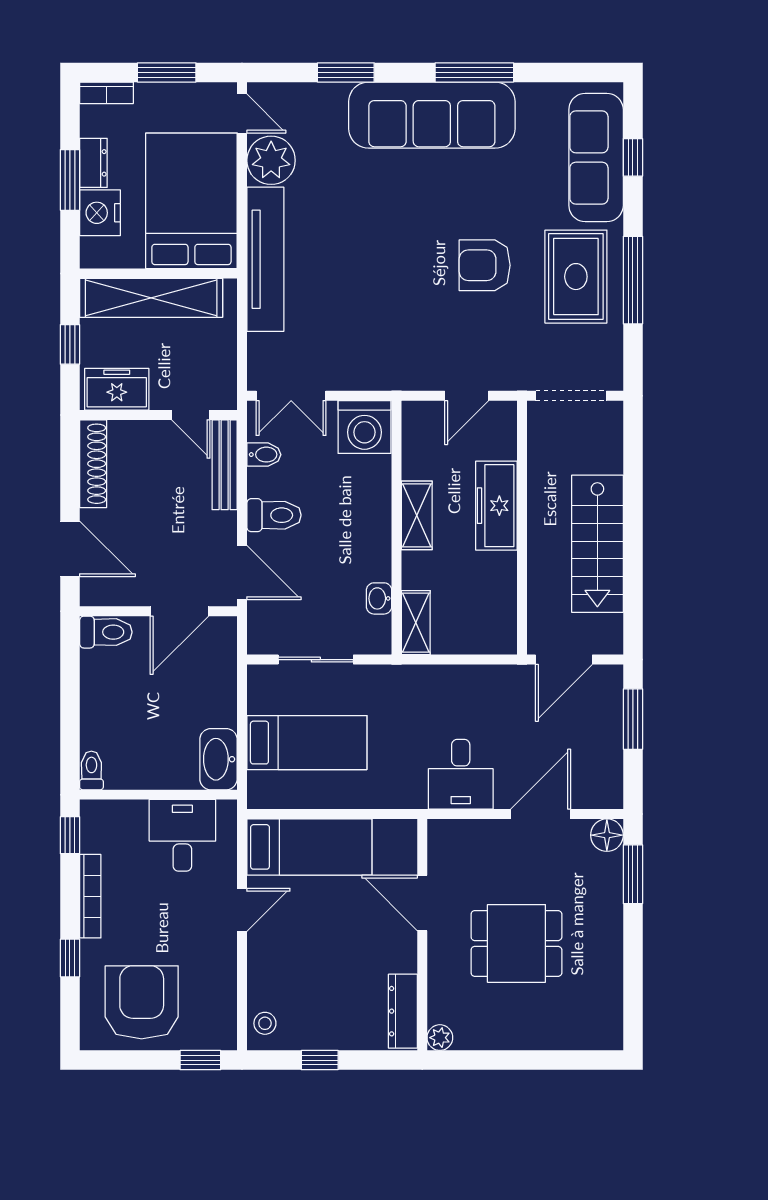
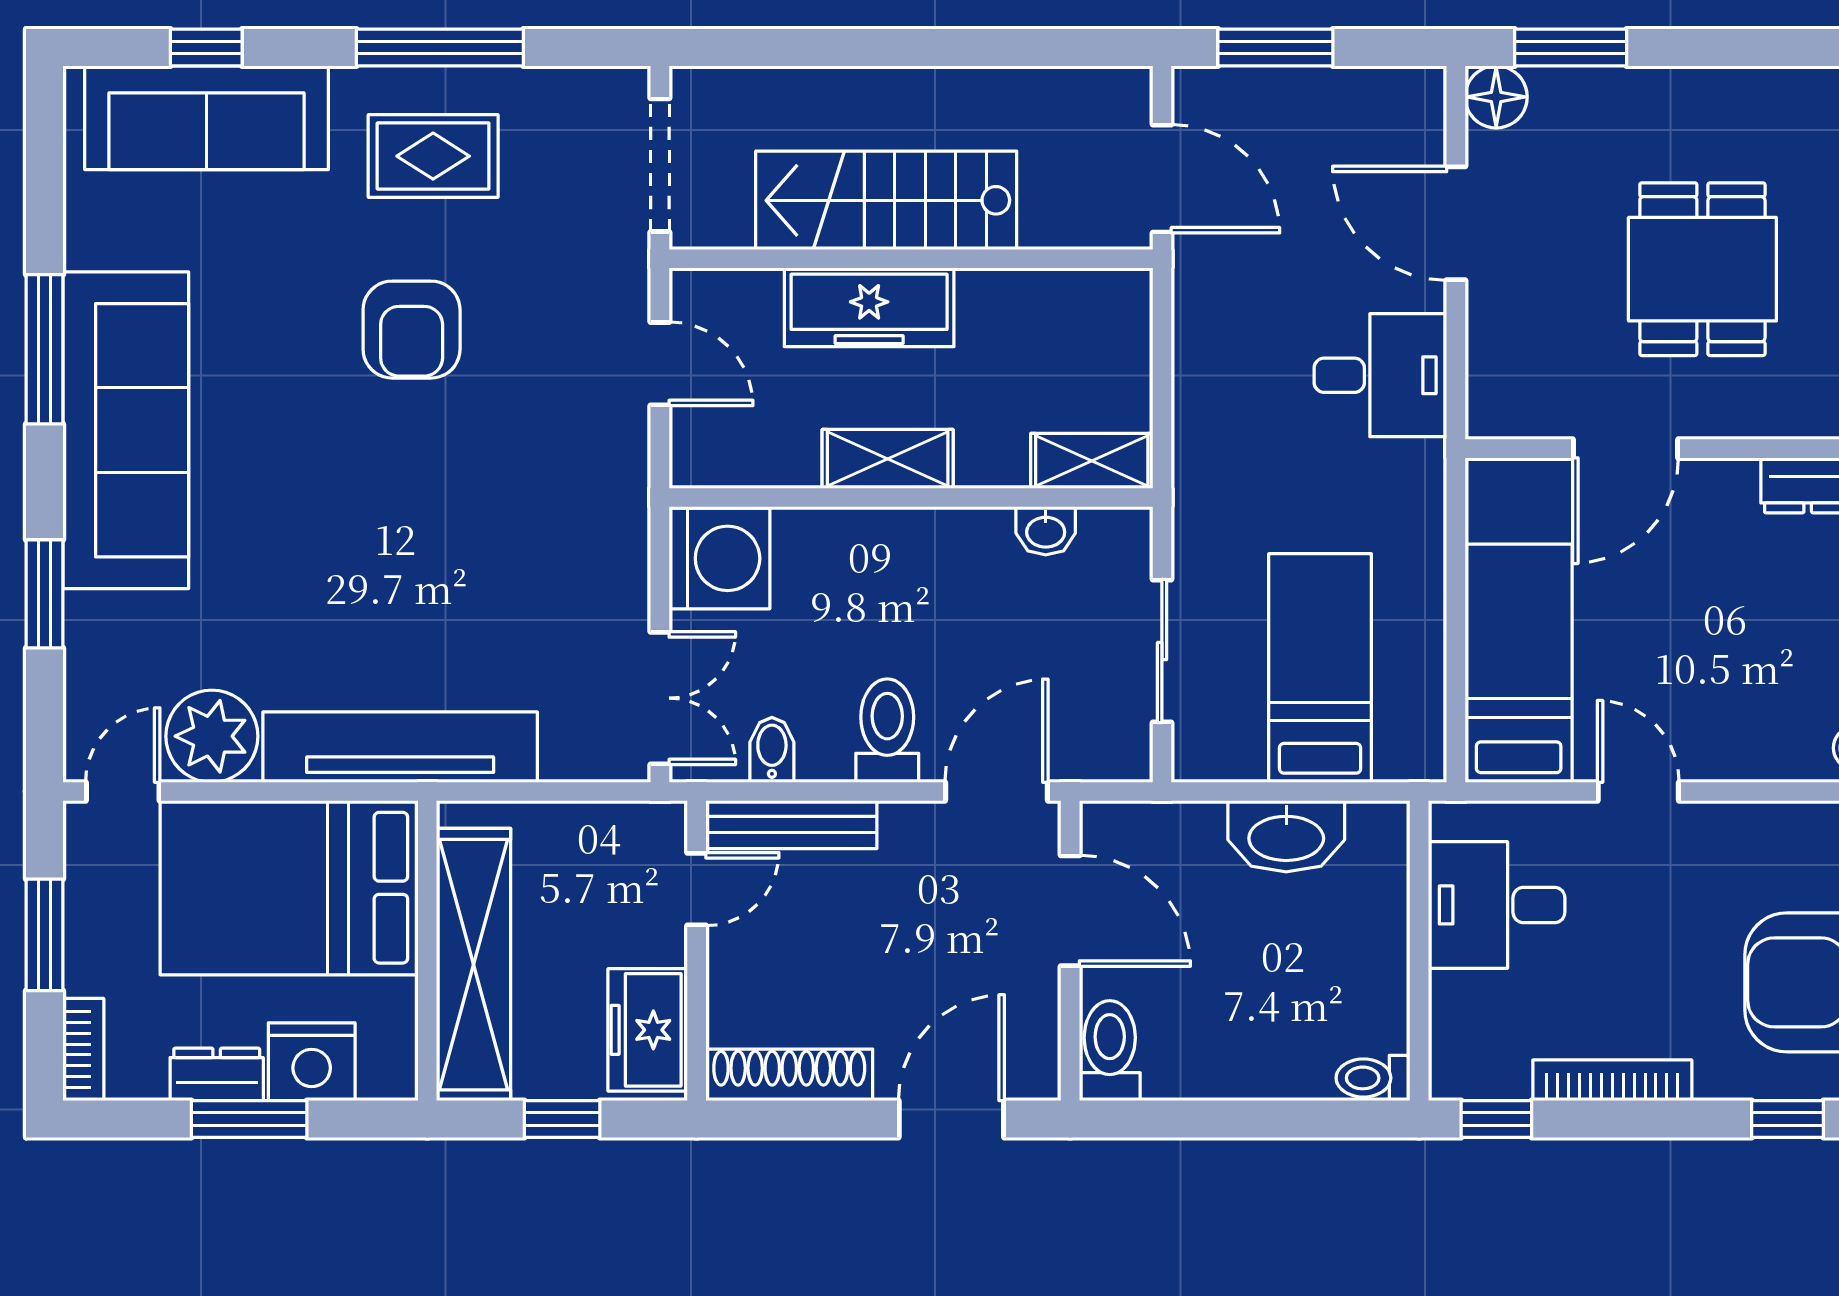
rug: (576, 277) -> (433, 156), width x0.73, depth x0.70
stairs: (597, 544) -> (886, 200), moved, turned 180
washbasin: (218, 759) -> (1286, 836), moved
window: (70, 958) -> (1787, 1119), moved

